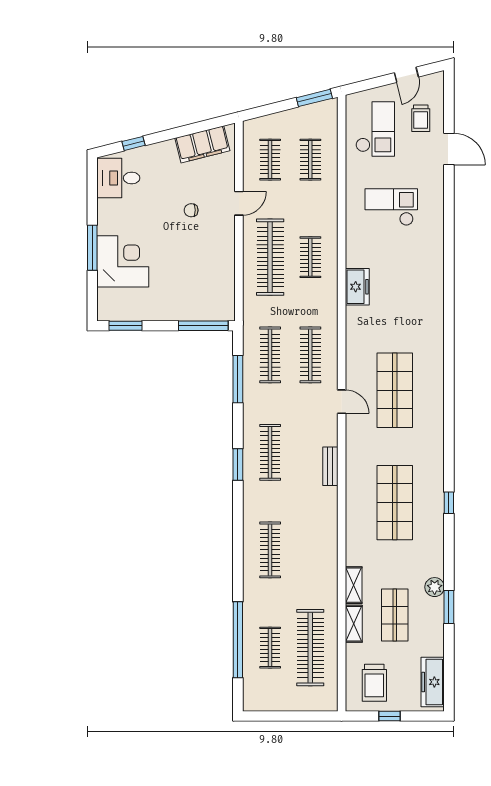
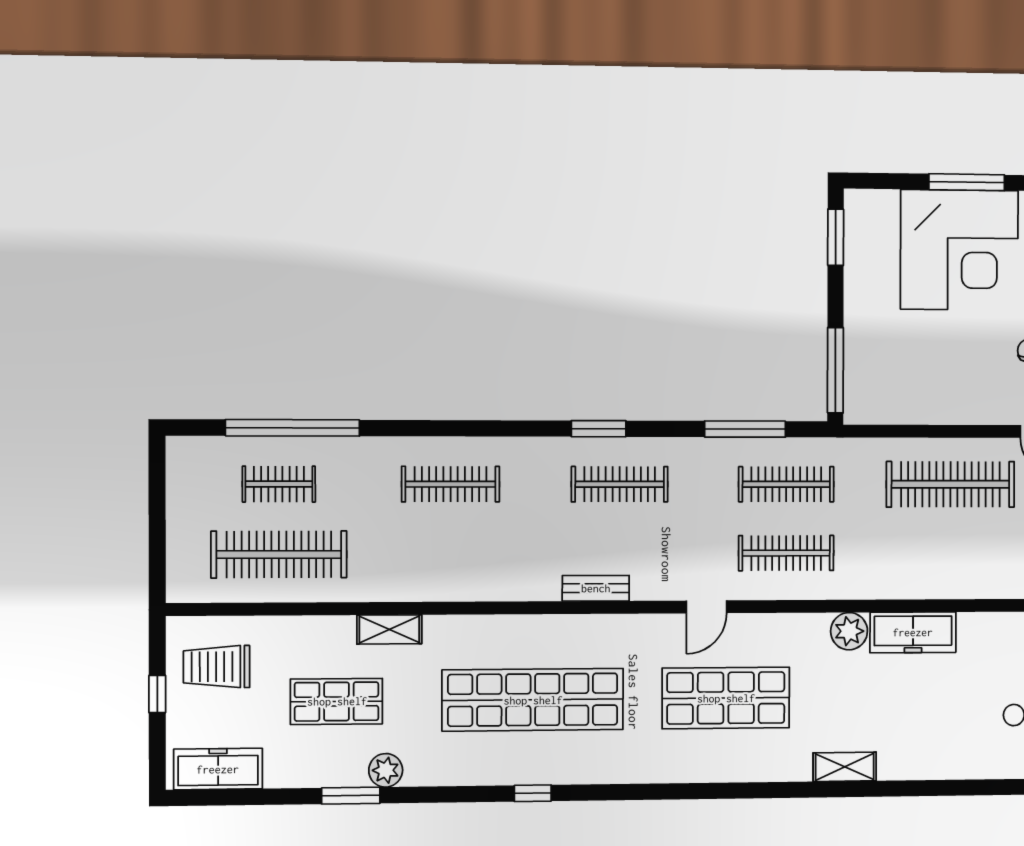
clothes rail: (310, 257) -> (950, 553), removed
corner desk: (123, 261) -> (959, 250), width x1.36, depth x1.36
freezer: (357, 287) -> (913, 632), width x1.40
plant: (356, 317) -> (849, 631), added
shop shelf: (395, 503) -> (533, 700), width x1.40
shelving: (354, 624) -> (845, 767), moved

